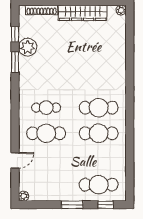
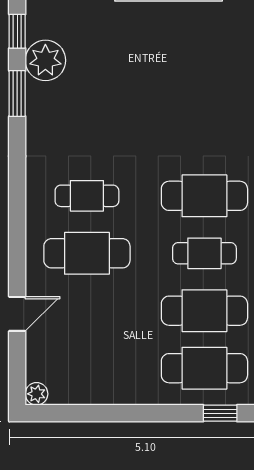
cafe table: (99, 133) -> (204, 253), width x0.73, depth x0.74
cafe table: (99, 159) -> (204, 311), added
window: (72, 205) -> (145, 413), removed

